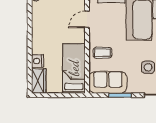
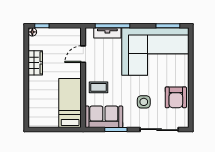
nightstand: (38, 61) -> (34, 96), removed
wardrobe: (39, 81) -> (35, 63), moved

